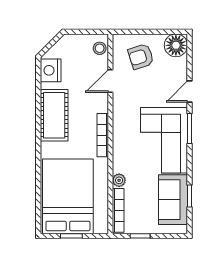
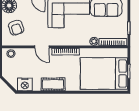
door: (110, 81) -> (42, 47), moved
cot: (54, 115) -> (53, 84), width x0.73, depth x0.75

